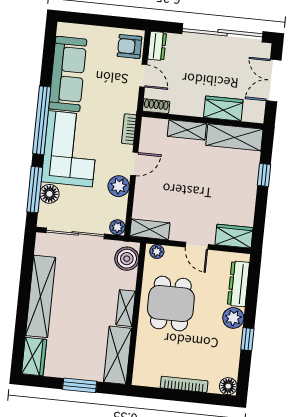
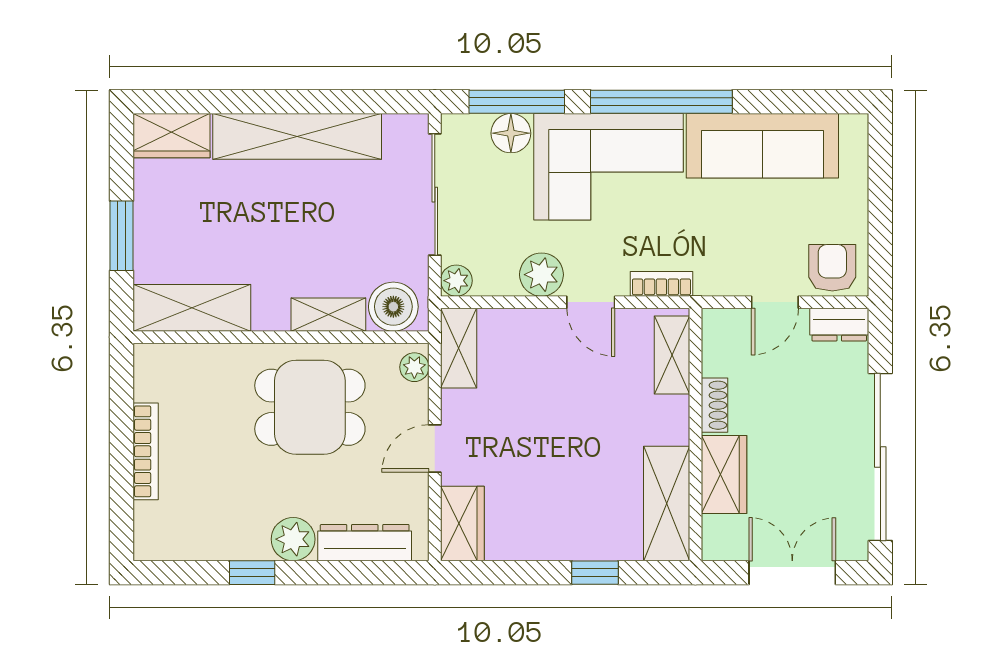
shoe rack: (156, 106) -> (715, 405), moved
shelving: (187, 130) -> (672, 355), moved
shelving: (126, 308) -> (328, 315), moved
floor lamp: (228, 386) -> (151, 543), removed

